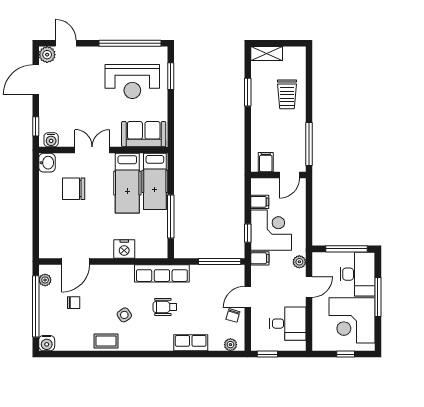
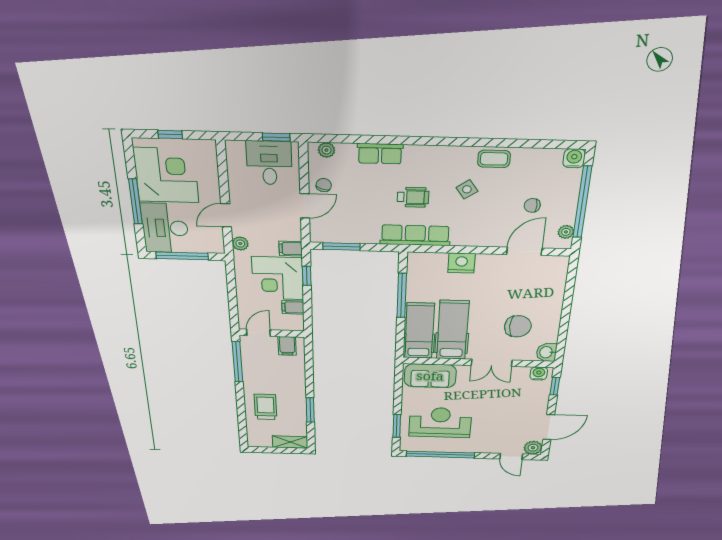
window: (220, 261) -> (341, 247), width x0.69
desk: (288, 324) -> (269, 163), moved, turned 90

